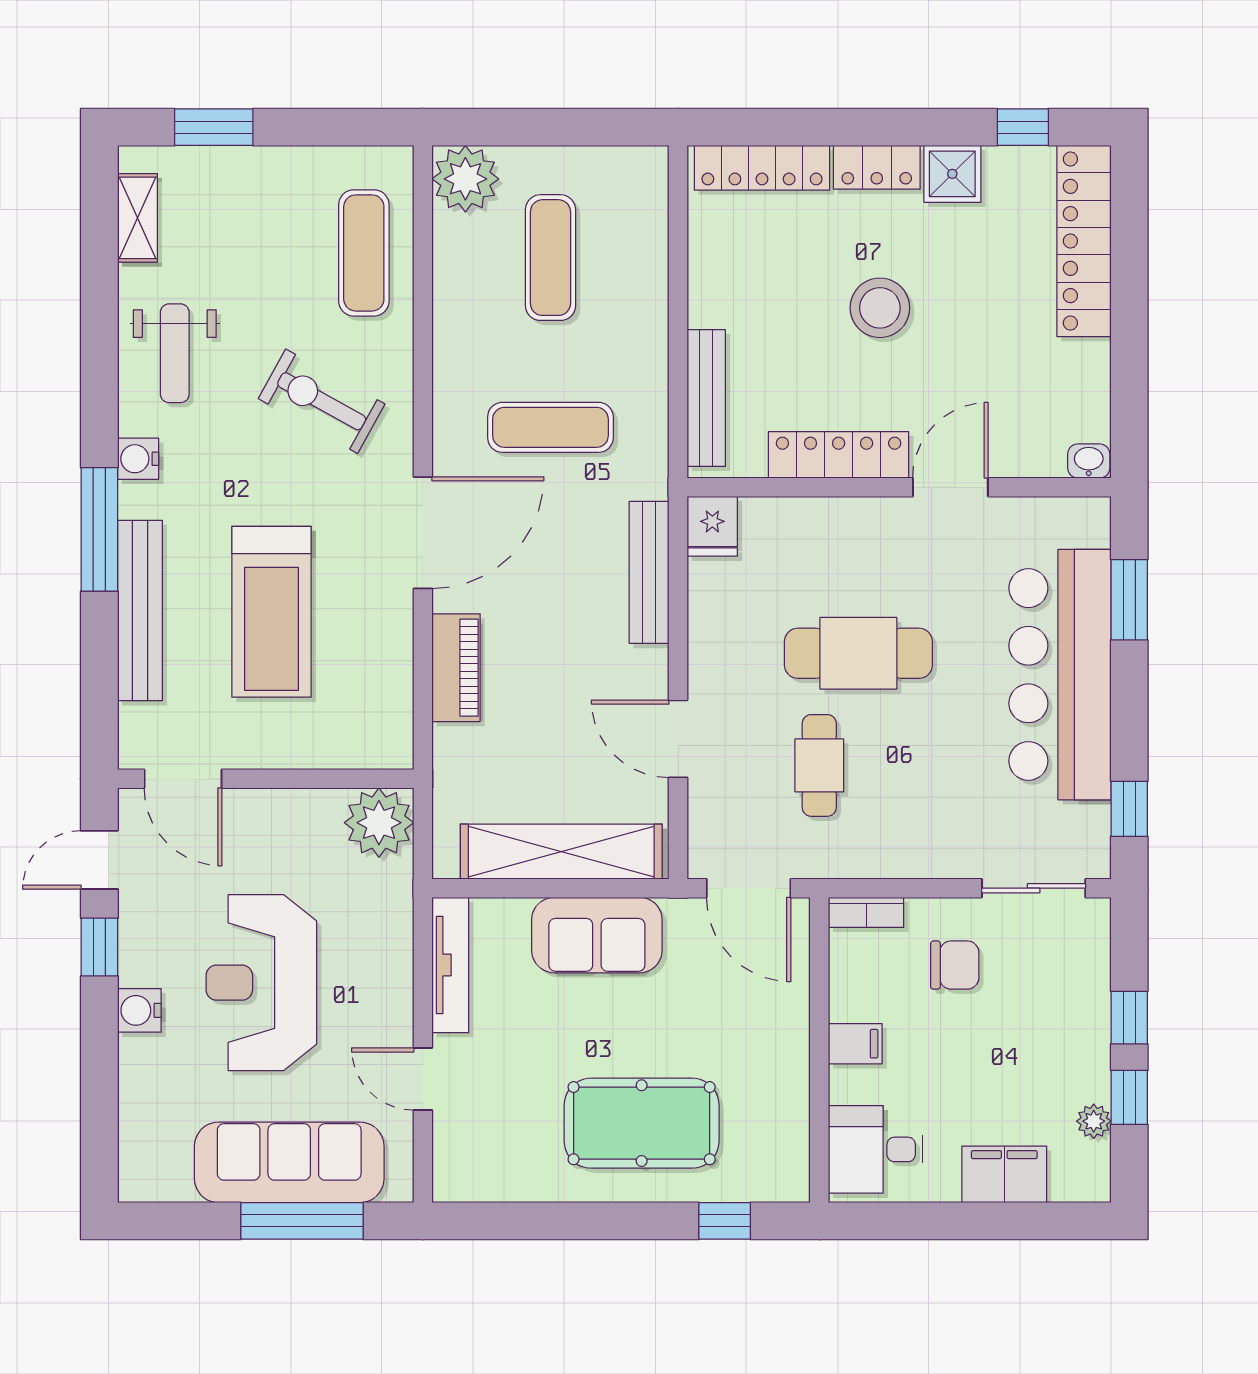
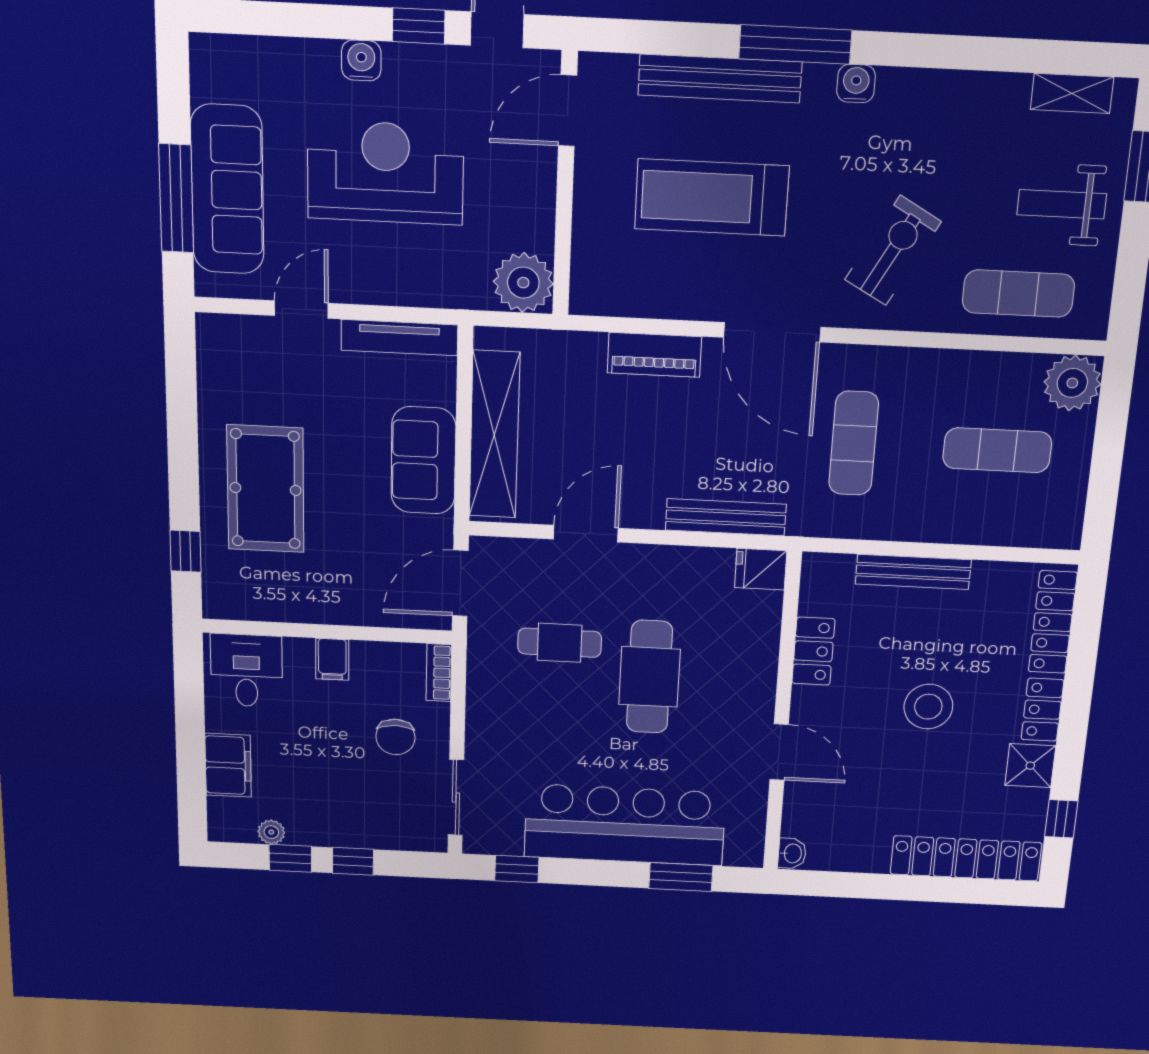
weight bench: (175, 353) -> (1062, 204), moved
bench: (706, 398) -> (913, 572), moved
locker: (839, 455) -> (813, 651), width x0.66

